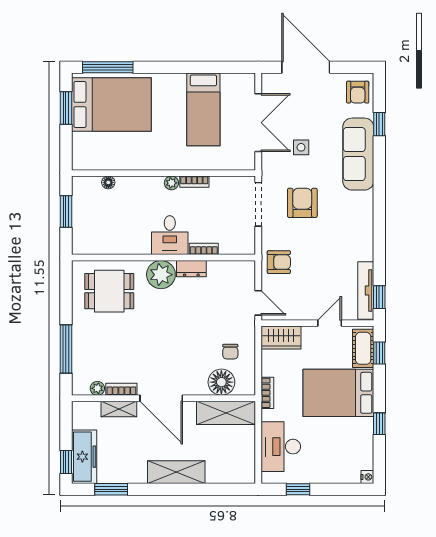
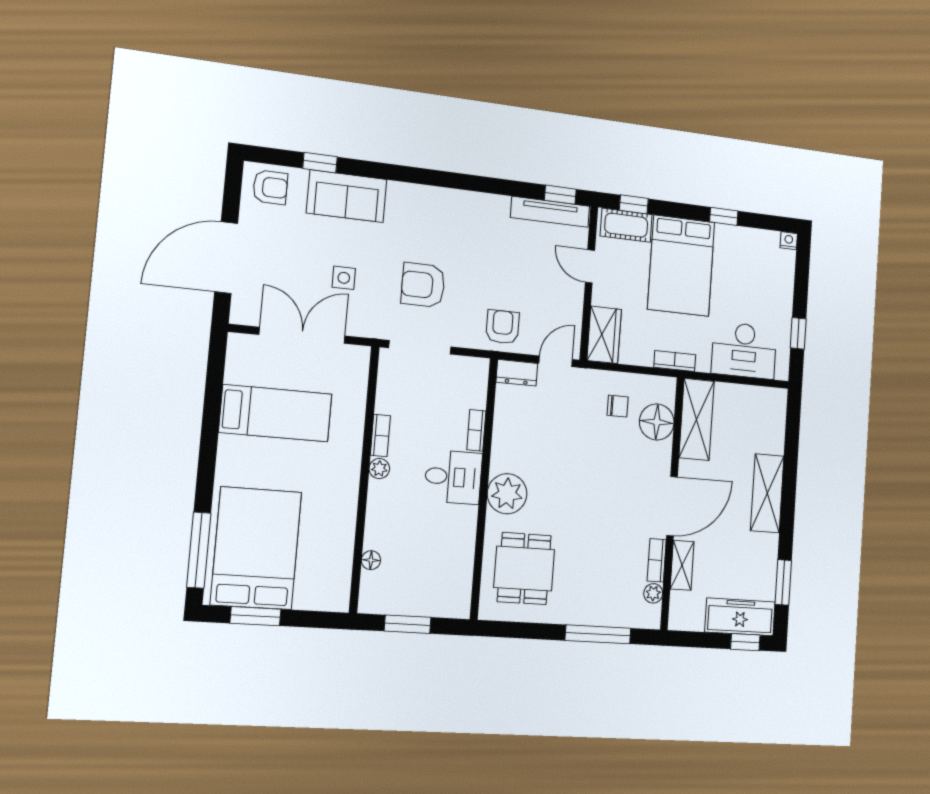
sofa: (358, 154) -> (347, 196), width x0.73
dresser: (191, 269) -> (517, 373), moved, turned 90

